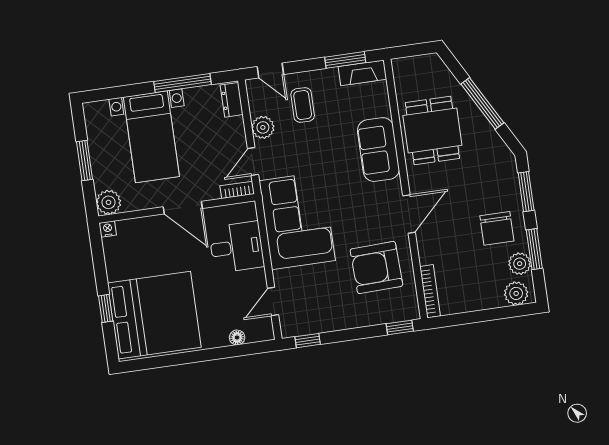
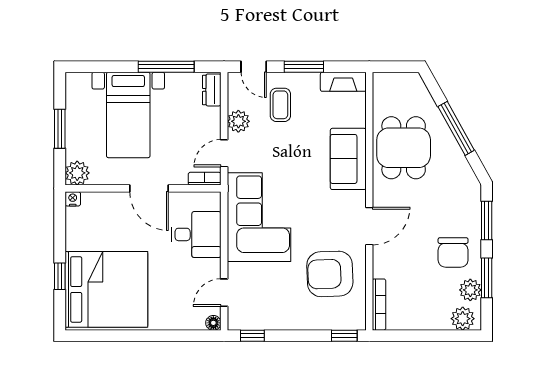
window: (345, 60) -> (304, 67), moved
floor lamp: (237, 337) -> (213, 323), moved

